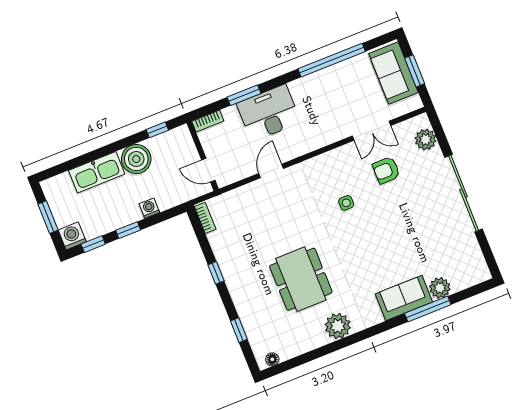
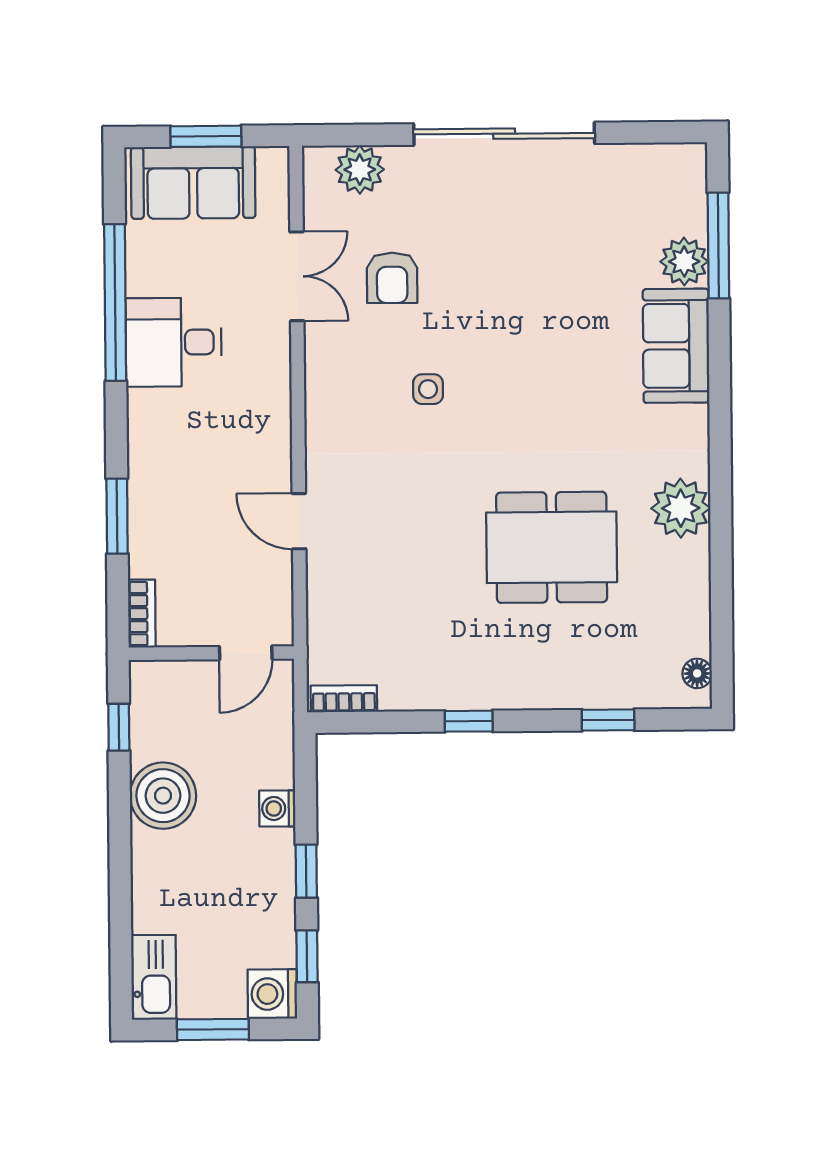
desk: (269, 113) -> (174, 342), moved, width x0.73
kitchen sink: (97, 172) -> (154, 977), moved, width x0.73, depth x0.81
window: (428, 309) -> (718, 245), moved

